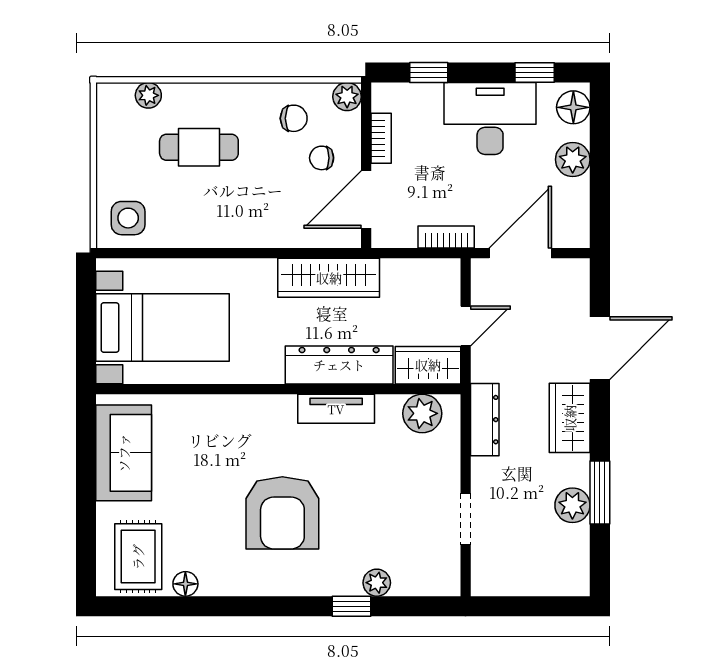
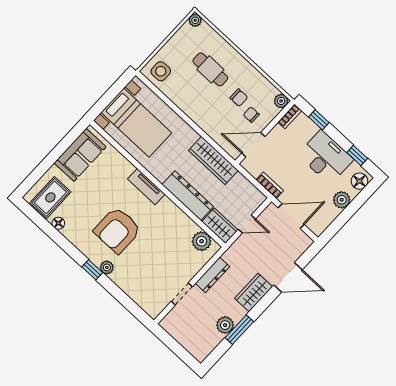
plant: (148, 95) -> (195, 20), moved
chair: (294, 118) -> (239, 98), moved
bookcase: (381, 138) -> (290, 116), moved
tv unit: (336, 409) -> (146, 187), moved
dresser: (485, 420) -> (212, 275), moved
plant: (377, 583) -> (107, 267), moved
window: (351, 606) -> (92, 270), moved

